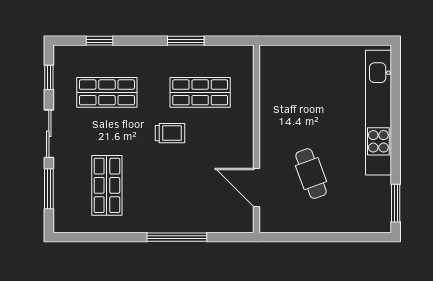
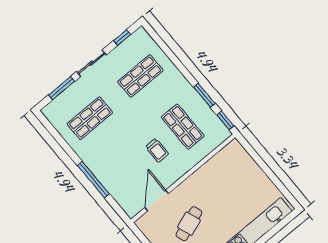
window: (99, 41) -> (225, 120), moved
shop shelf: (107, 92) -> (140, 76), turned 90
trolley: (170, 133) -> (157, 150), moved

